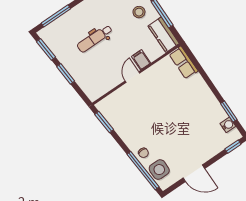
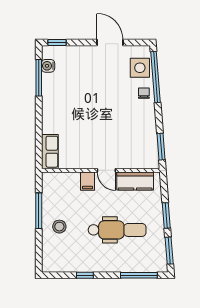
kitchen counter: (164, 35) -> (135, 181), moved, turned 90
dental chair: (95, 39) -> (117, 230), width x1.36, depth x1.38
door: (132, 77) -> (106, 170), hinge flipped
window: (229, 111) -> (39, 78), width x1.44

